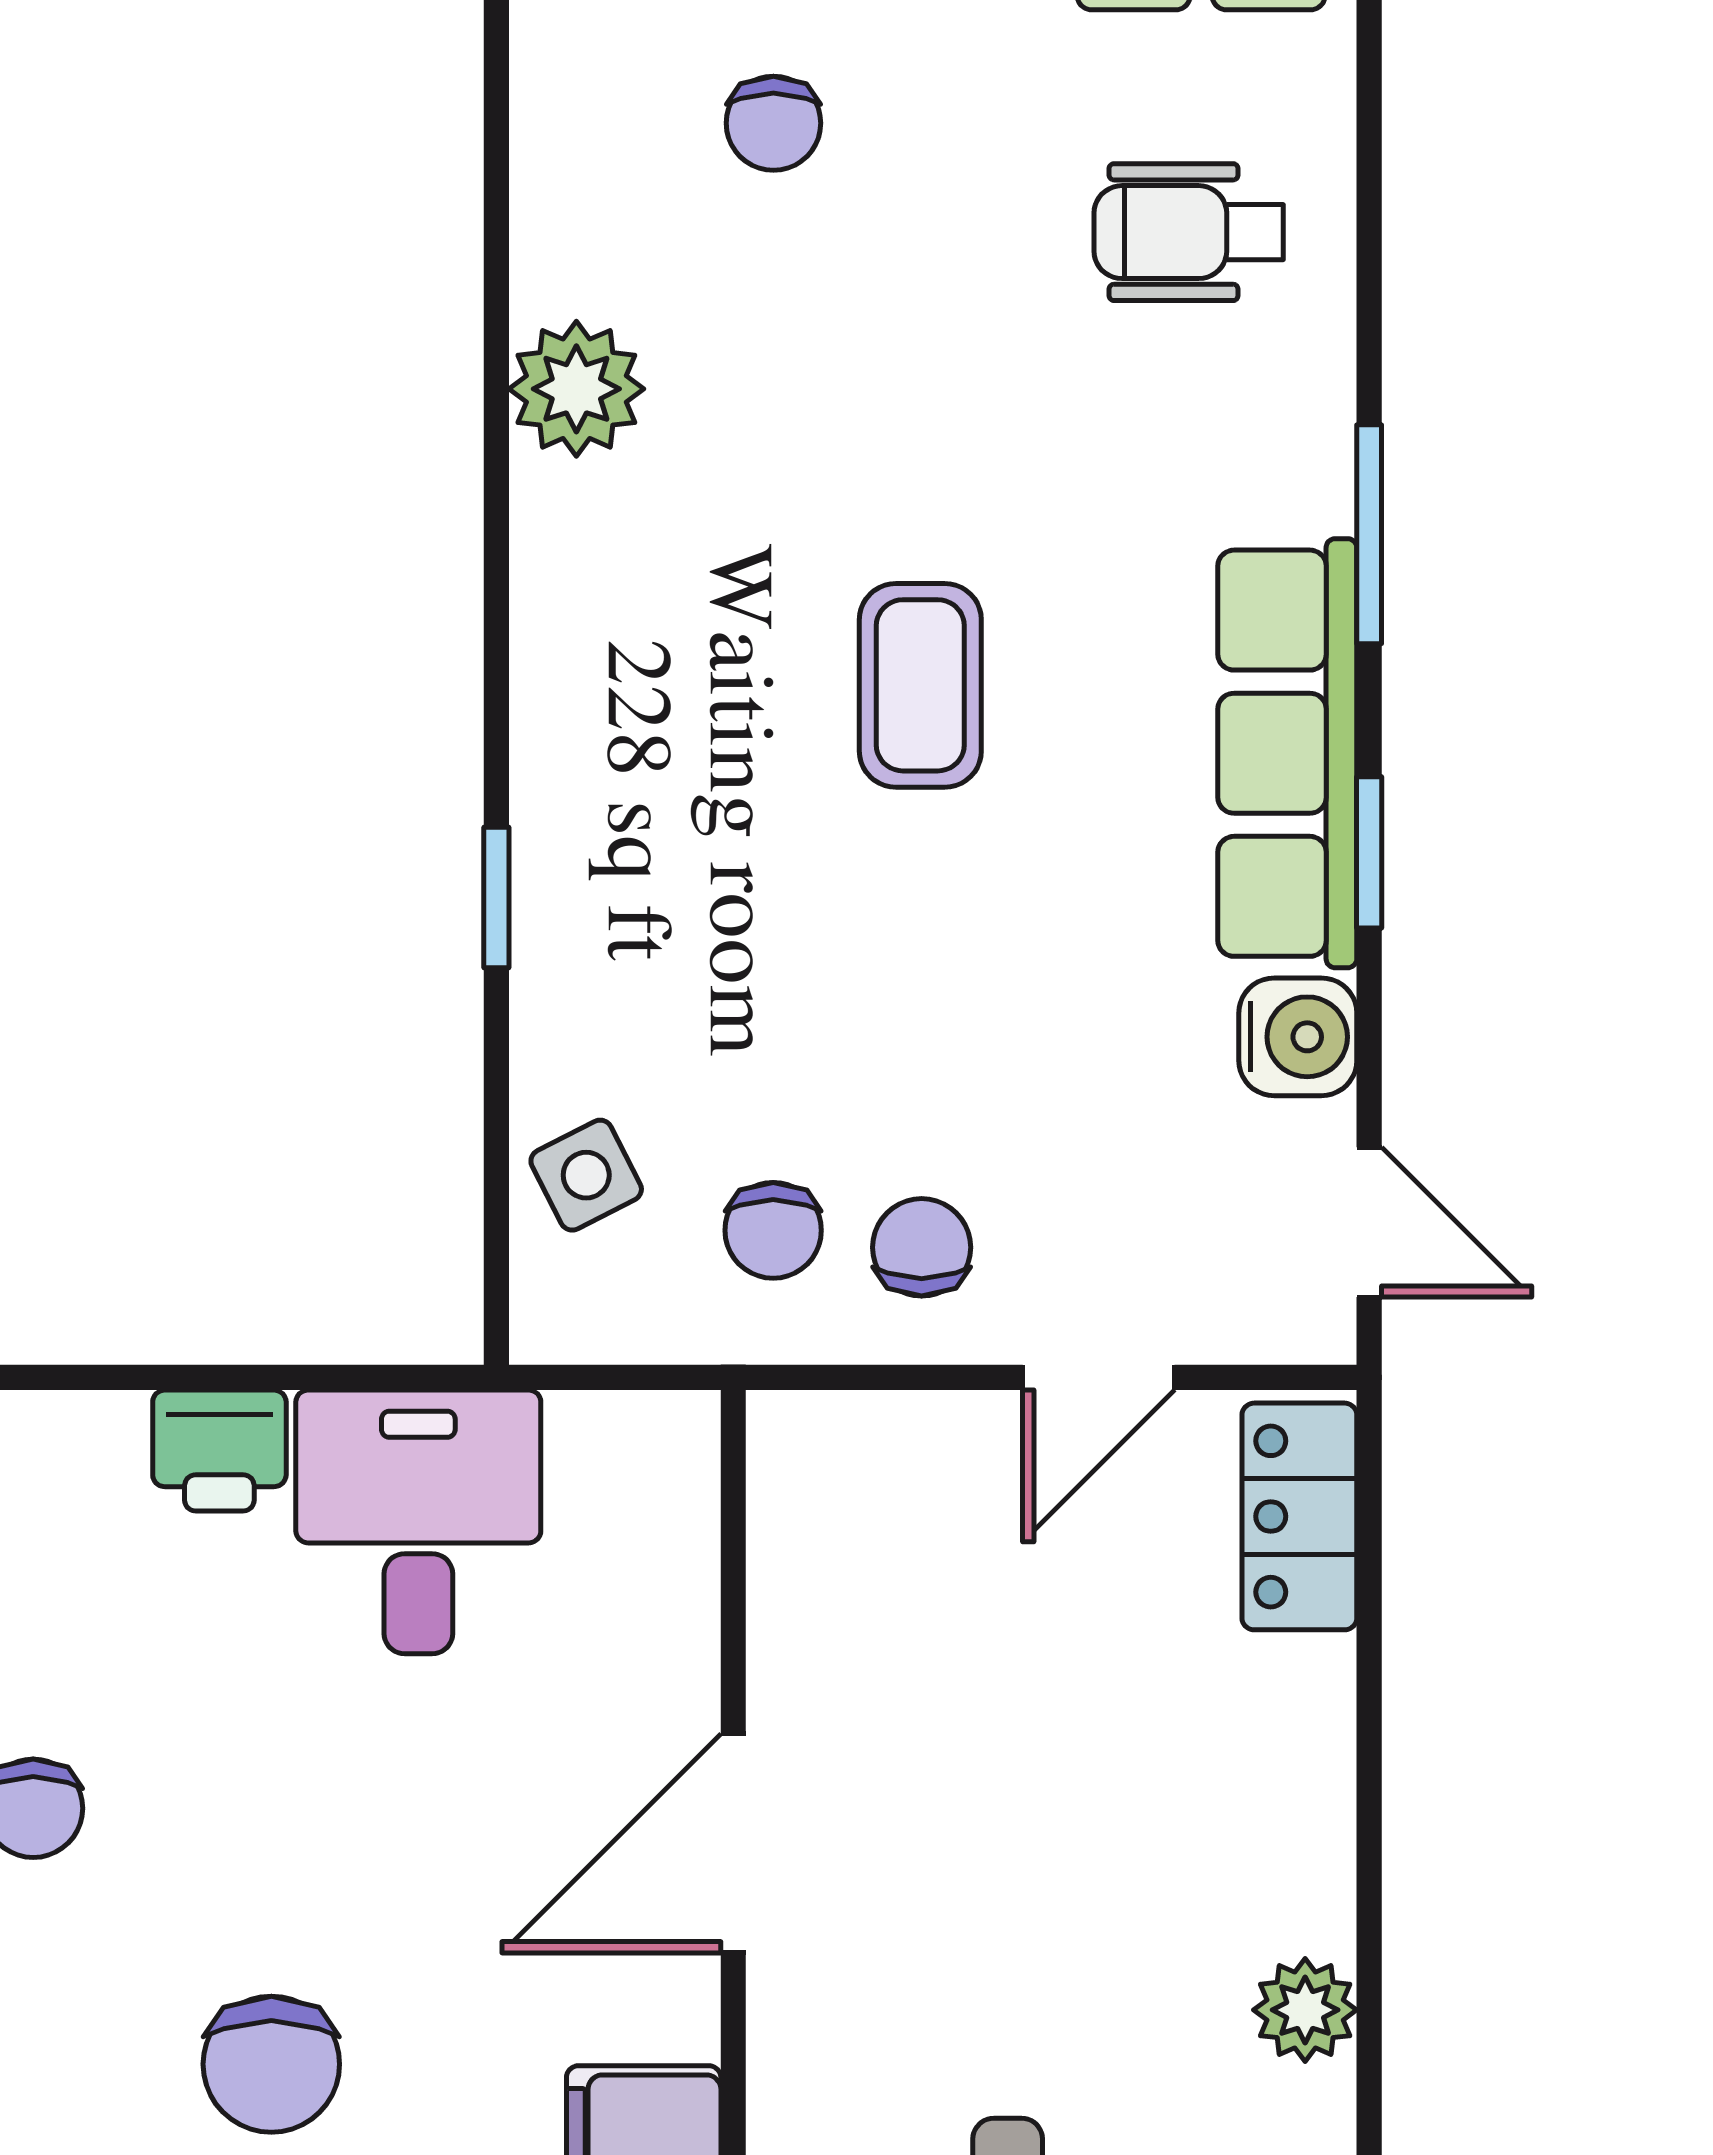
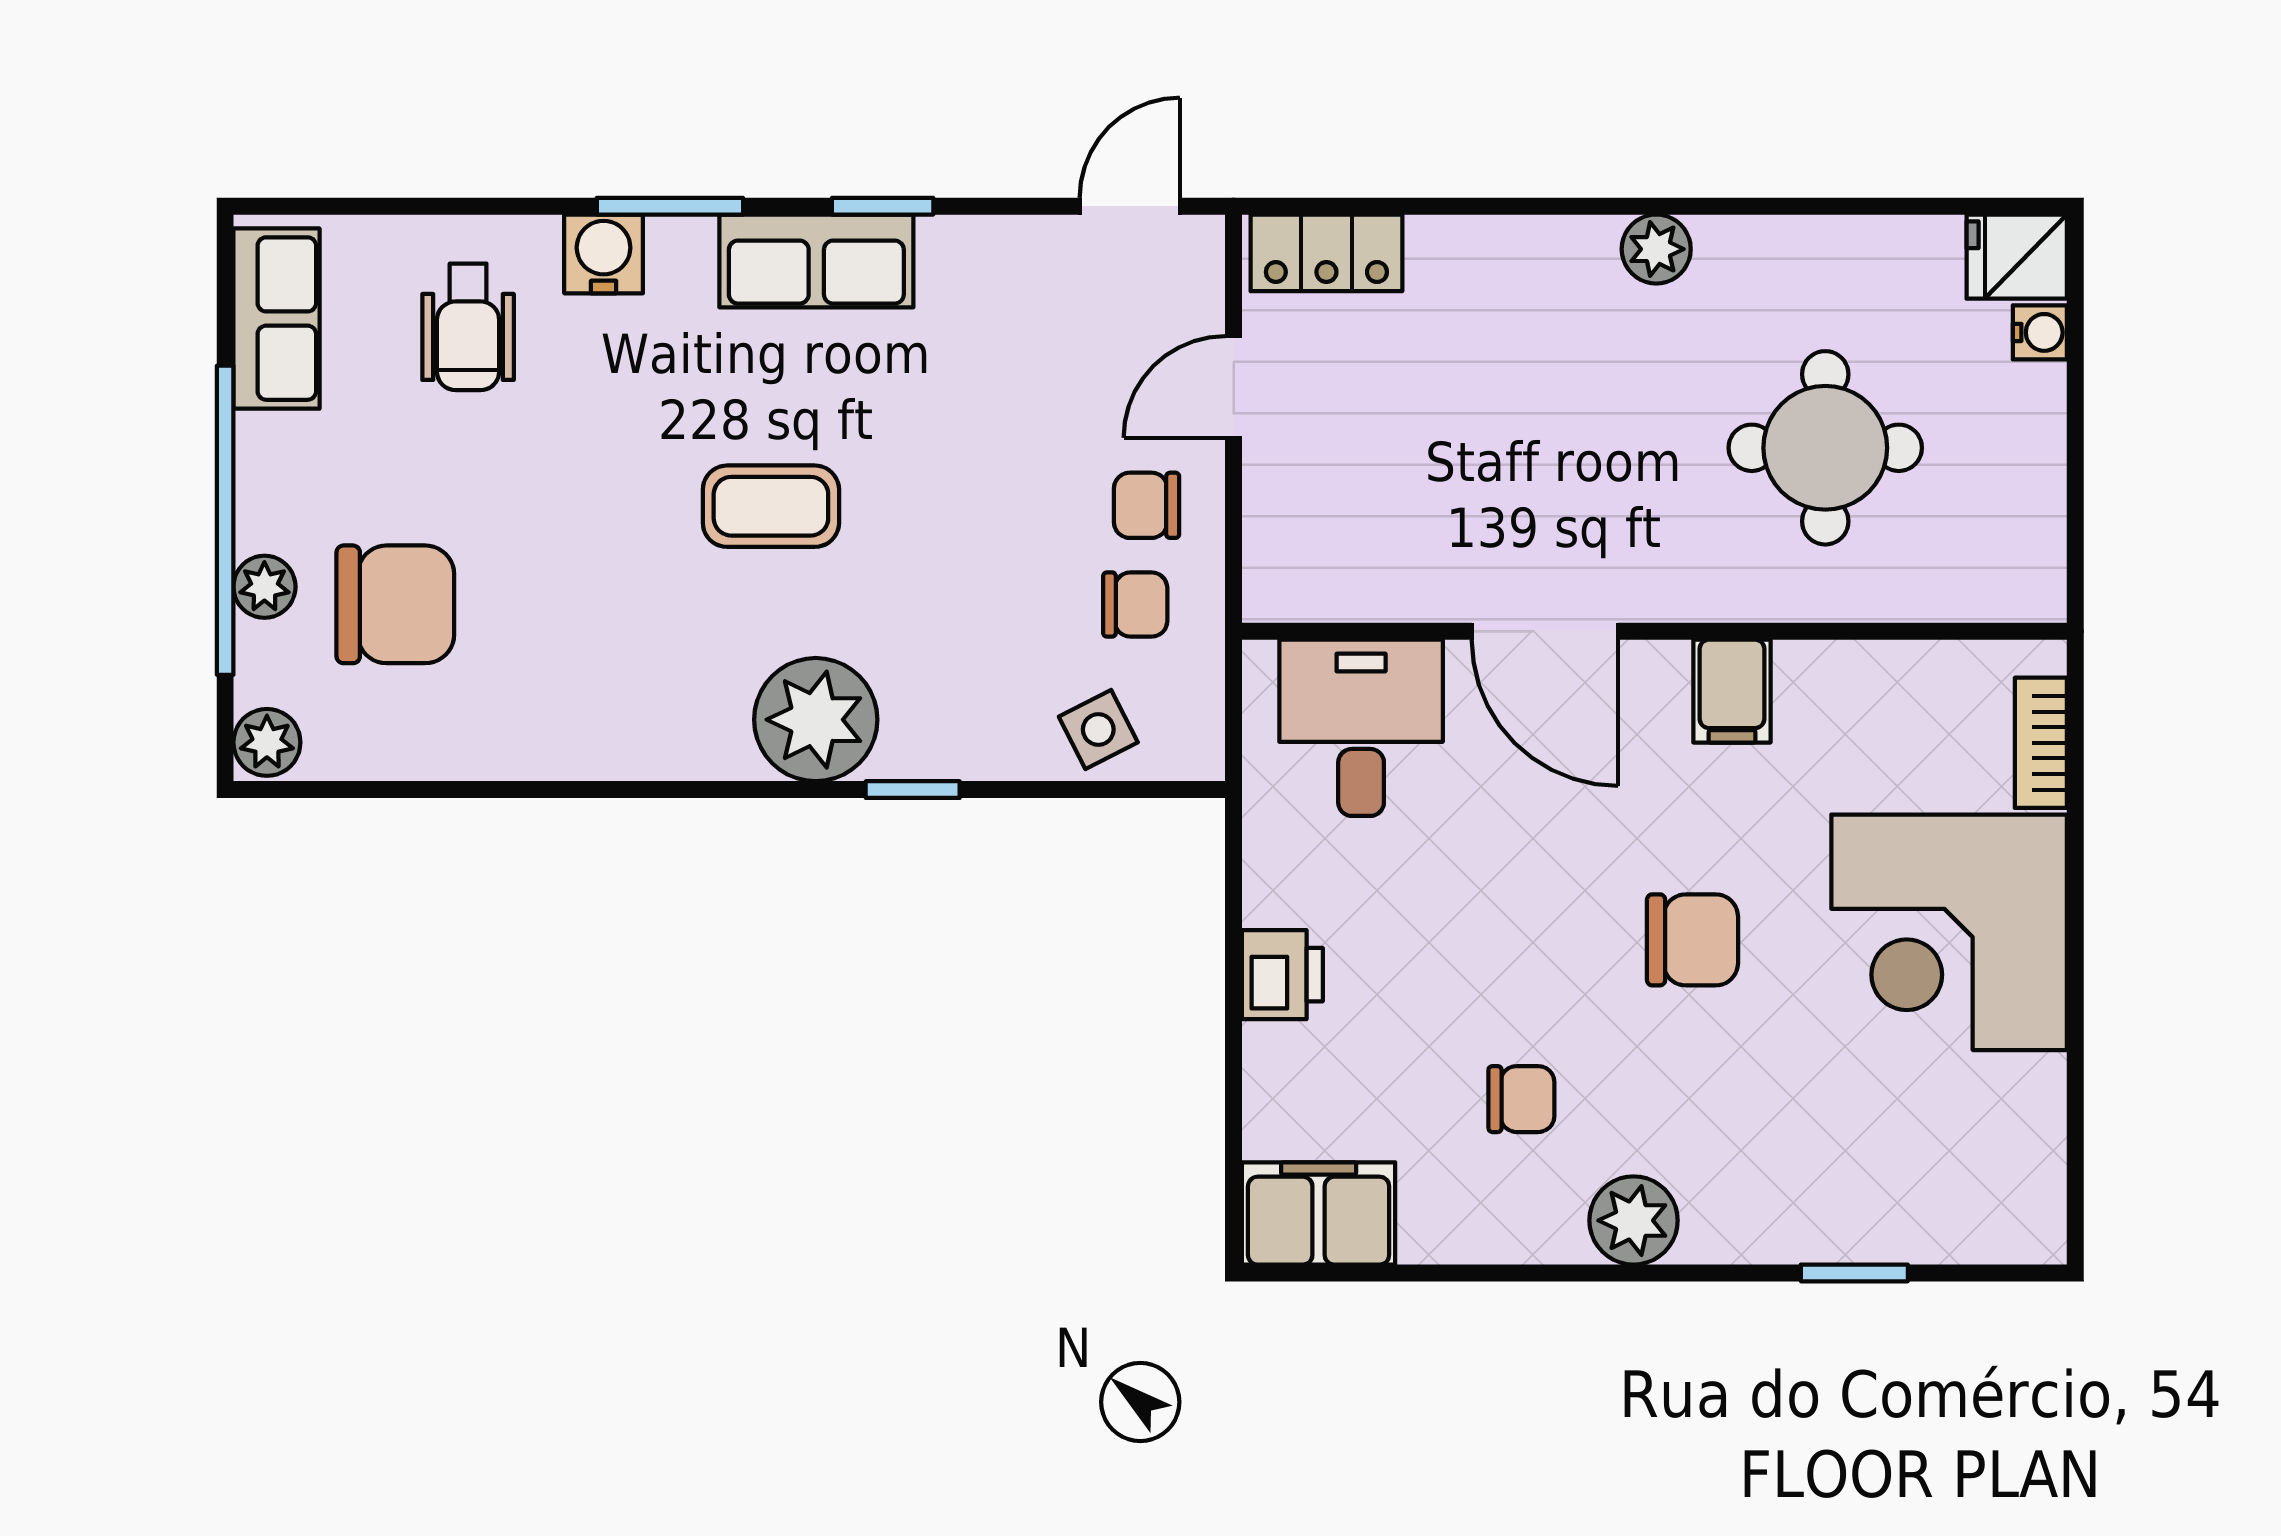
chair: (773, 123) -> (395, 604), width x1.87, depth x1.87
plant: (576, 389) -> (816, 720), moved, width x1.36, depth x1.36
row of seats: (1287, 753) -> (816, 261), width x0.68
water cooler: (1298, 1037) -> (604, 254), moved
door: (1099, 1377) -> (1234, 387), swing flipped
desk: (418, 1522) -> (1361, 728), moved, turned 90

